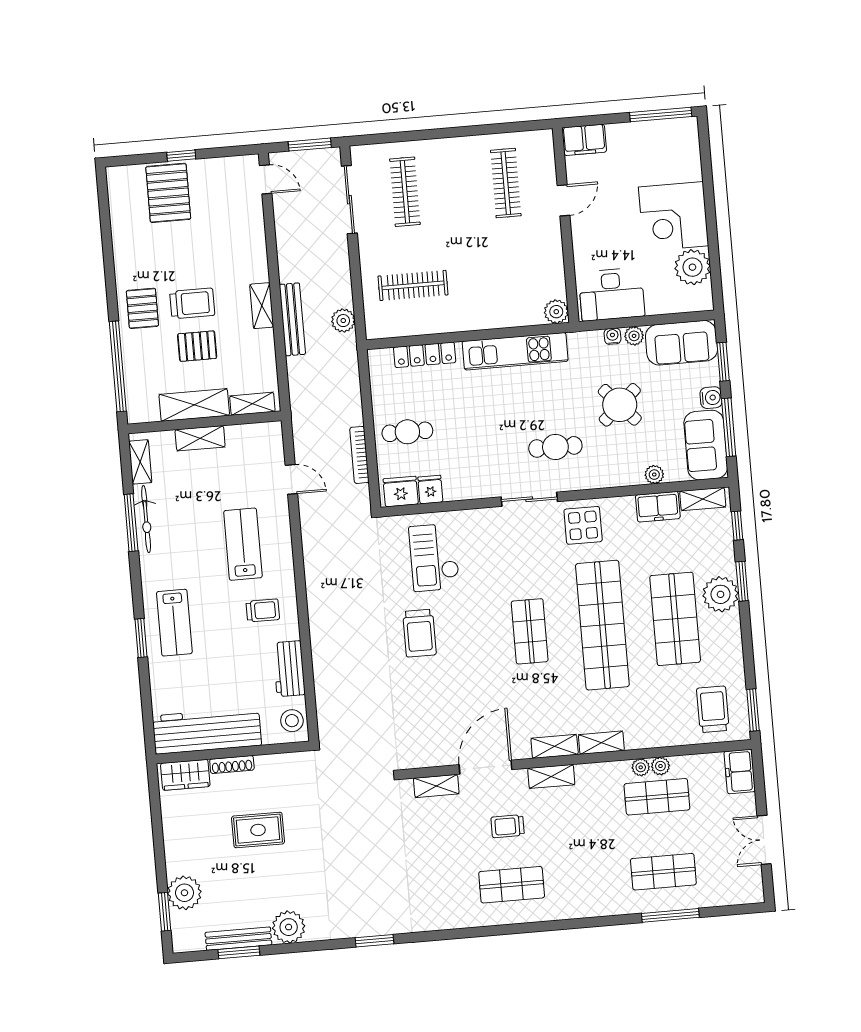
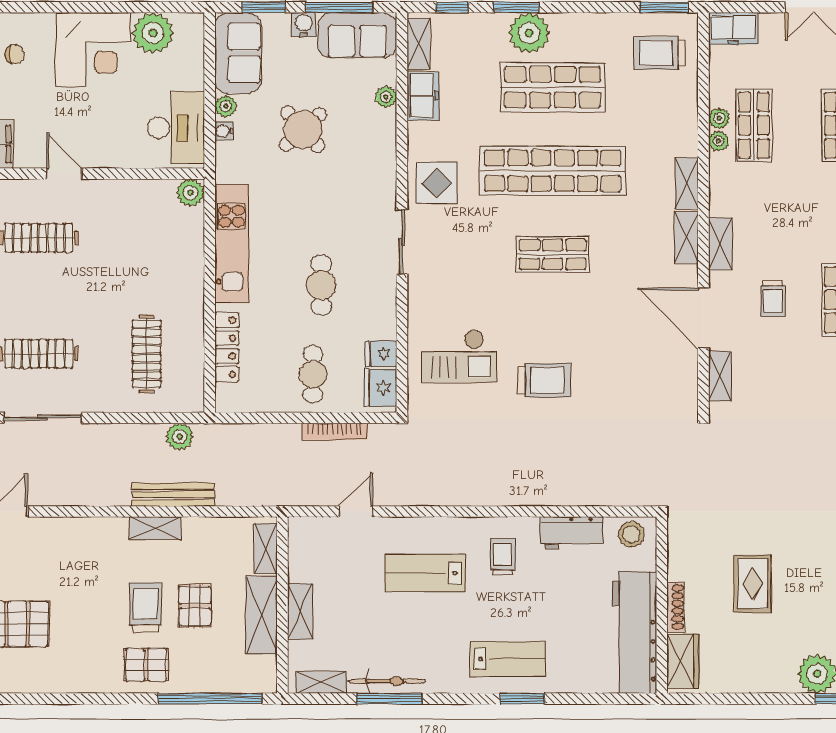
chair: (664, 149) -> (15, 54), added
cafe table: (555, 447) -> (321, 285), moved

